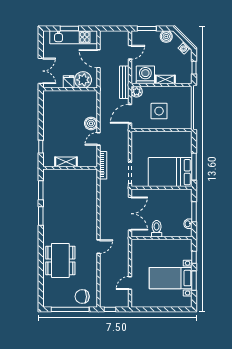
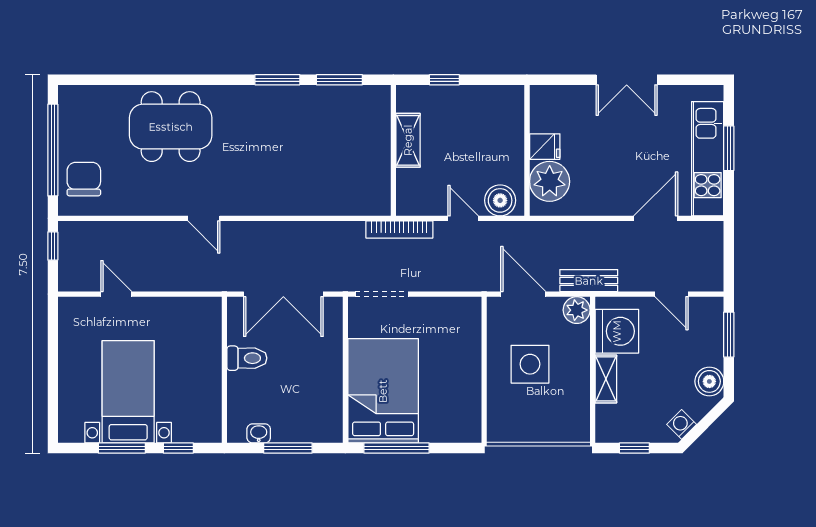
plant: (83, 80) -> (550, 181), moved
fridge: (69, 82) -> (545, 147), moved
bench: (124, 82) -> (589, 281), width x0.73
wall: (70, 89) -> (527, 150), moved

